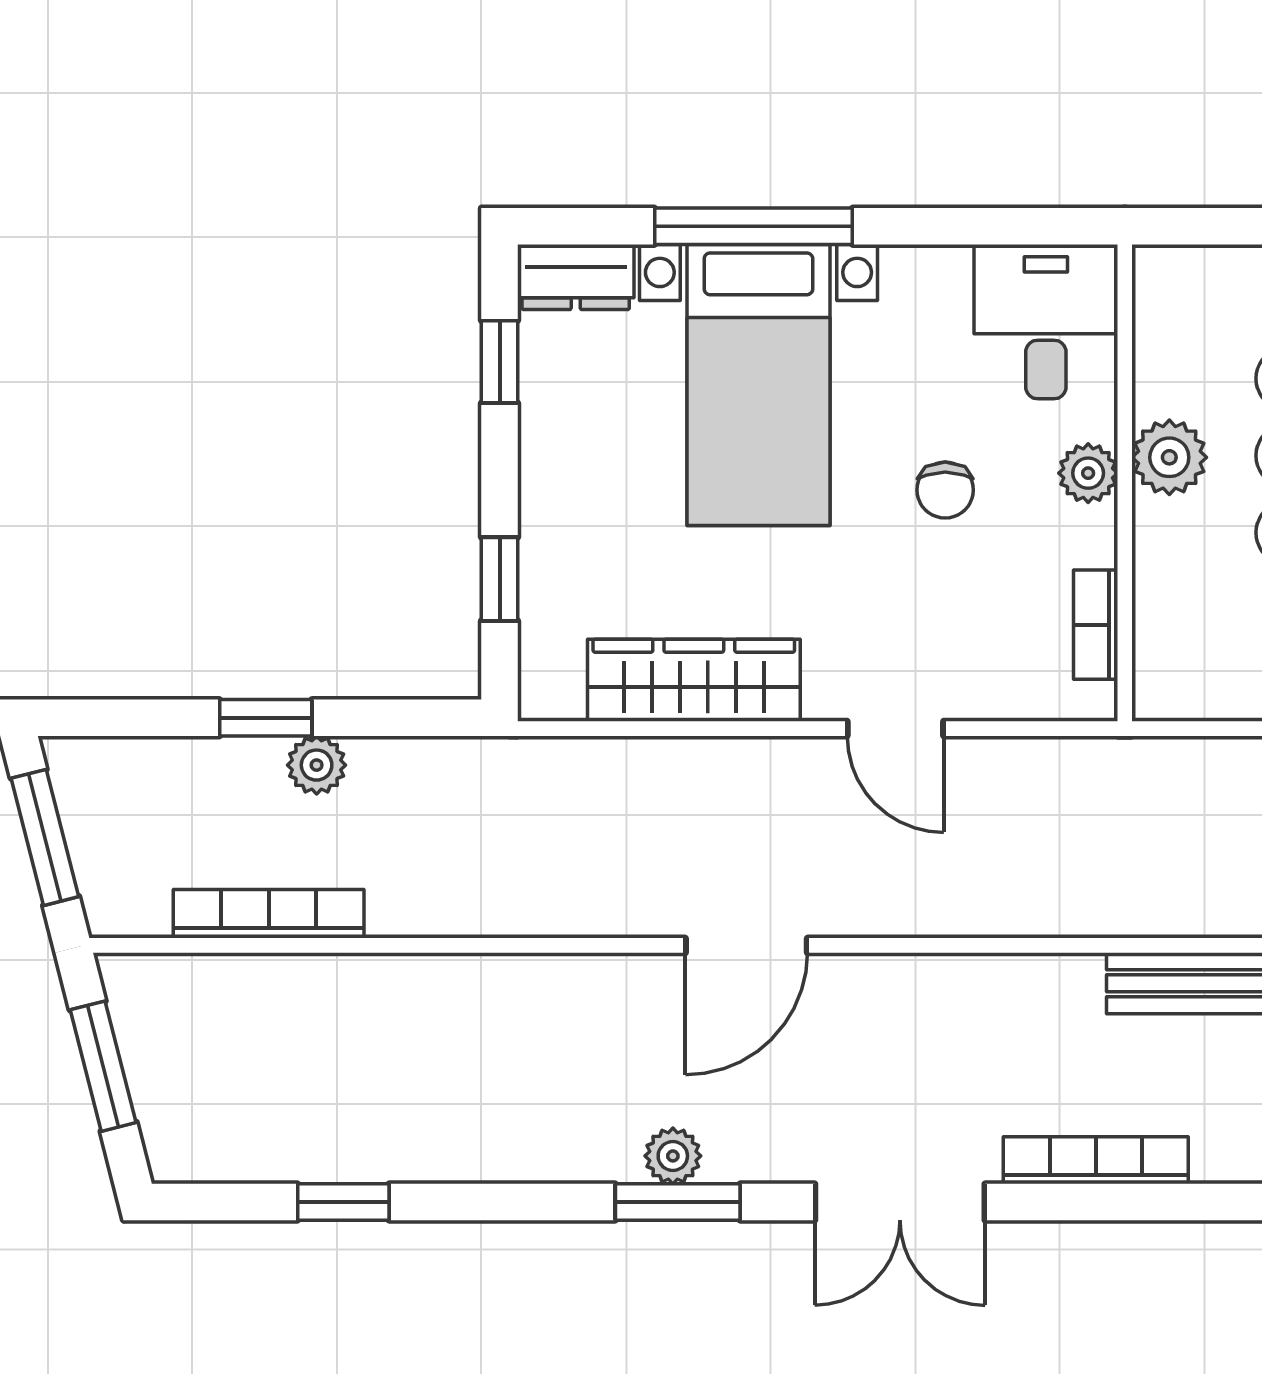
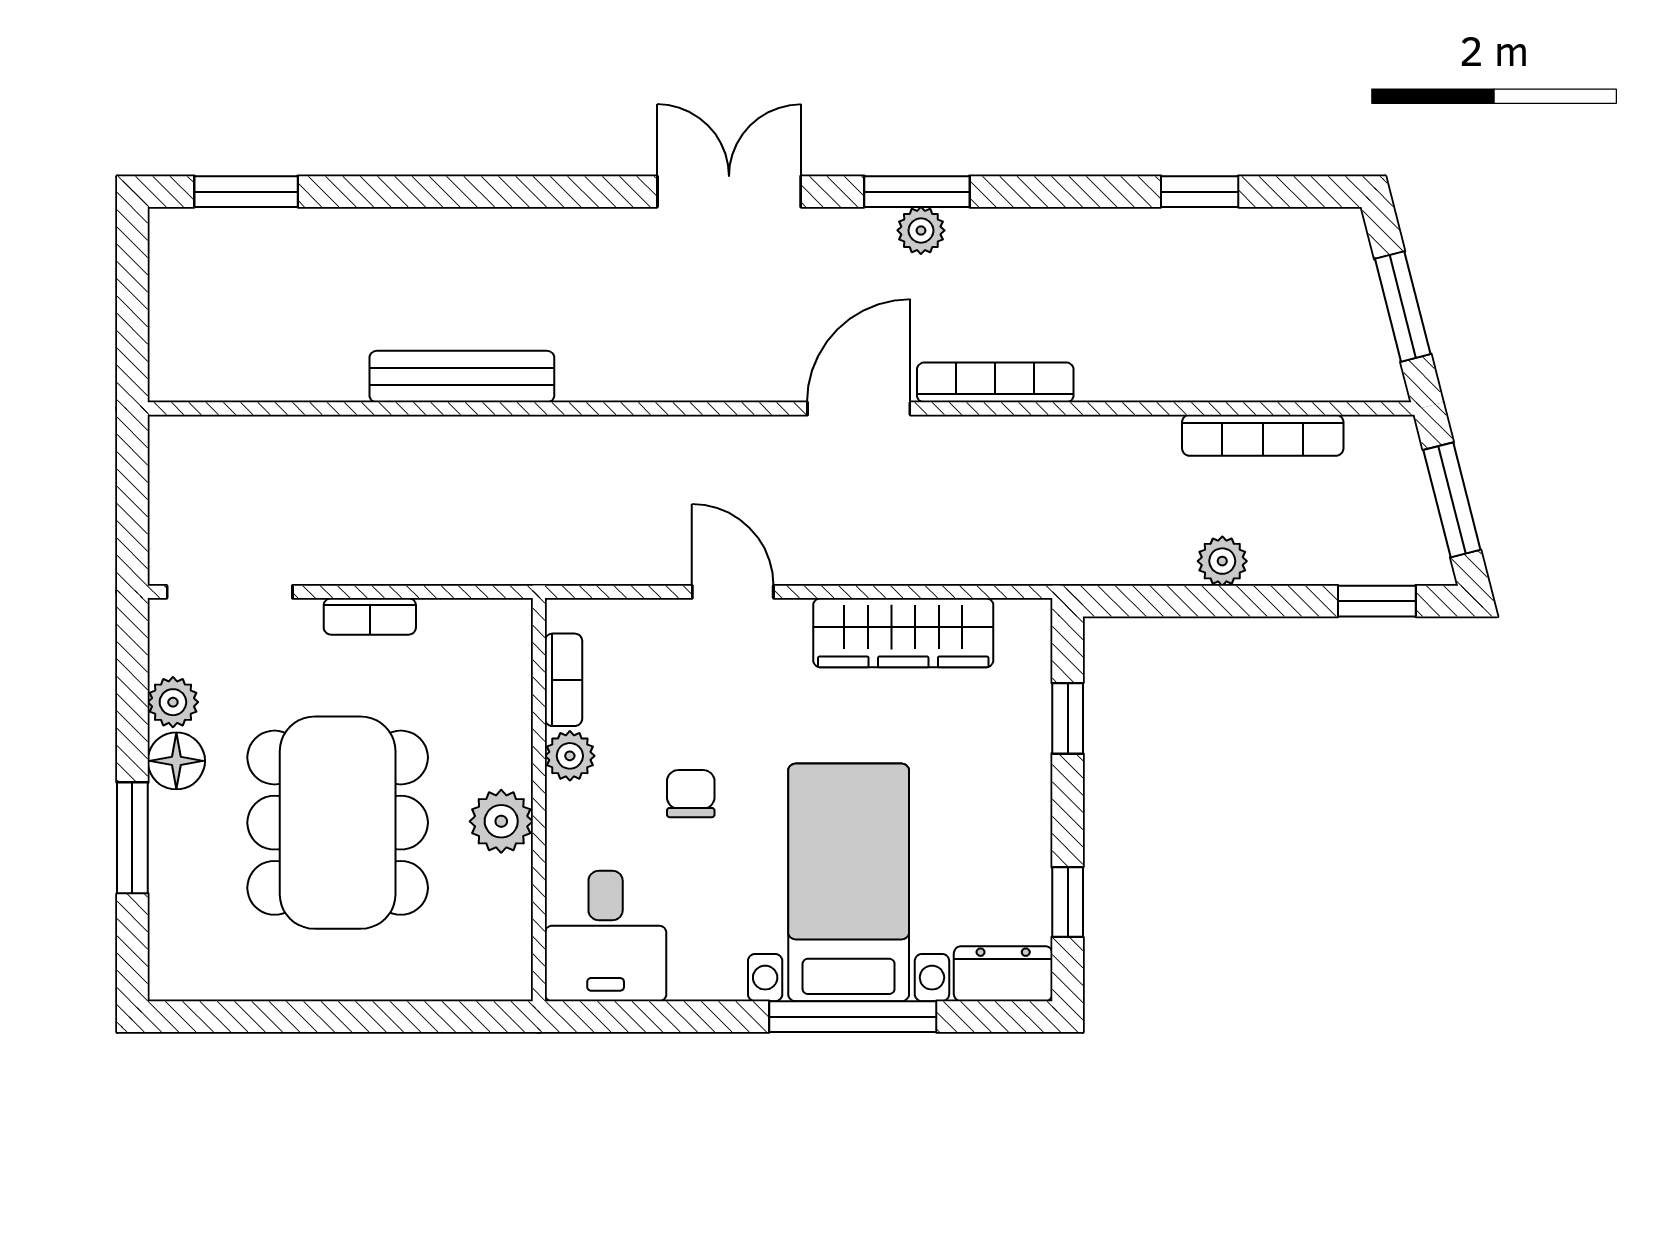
plant: (1088, 473) -> (570, 756), moved
window: (266, 718) -> (1377, 601), moved
bookcase: (1096, 1160) -> (995, 382), moved, turned 180

